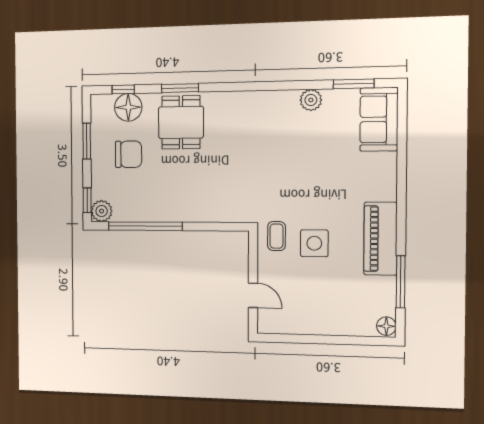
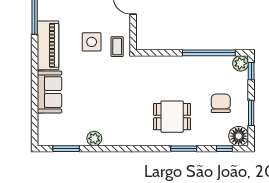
floor lamp: (128, 107) -> (239, 136), moved
sofa: (379, 119) -> (49, 92), moved
dining table: (181, 122) -> (172, 117), moved, turned 90
chair: (129, 154) -> (221, 103), turned 90

